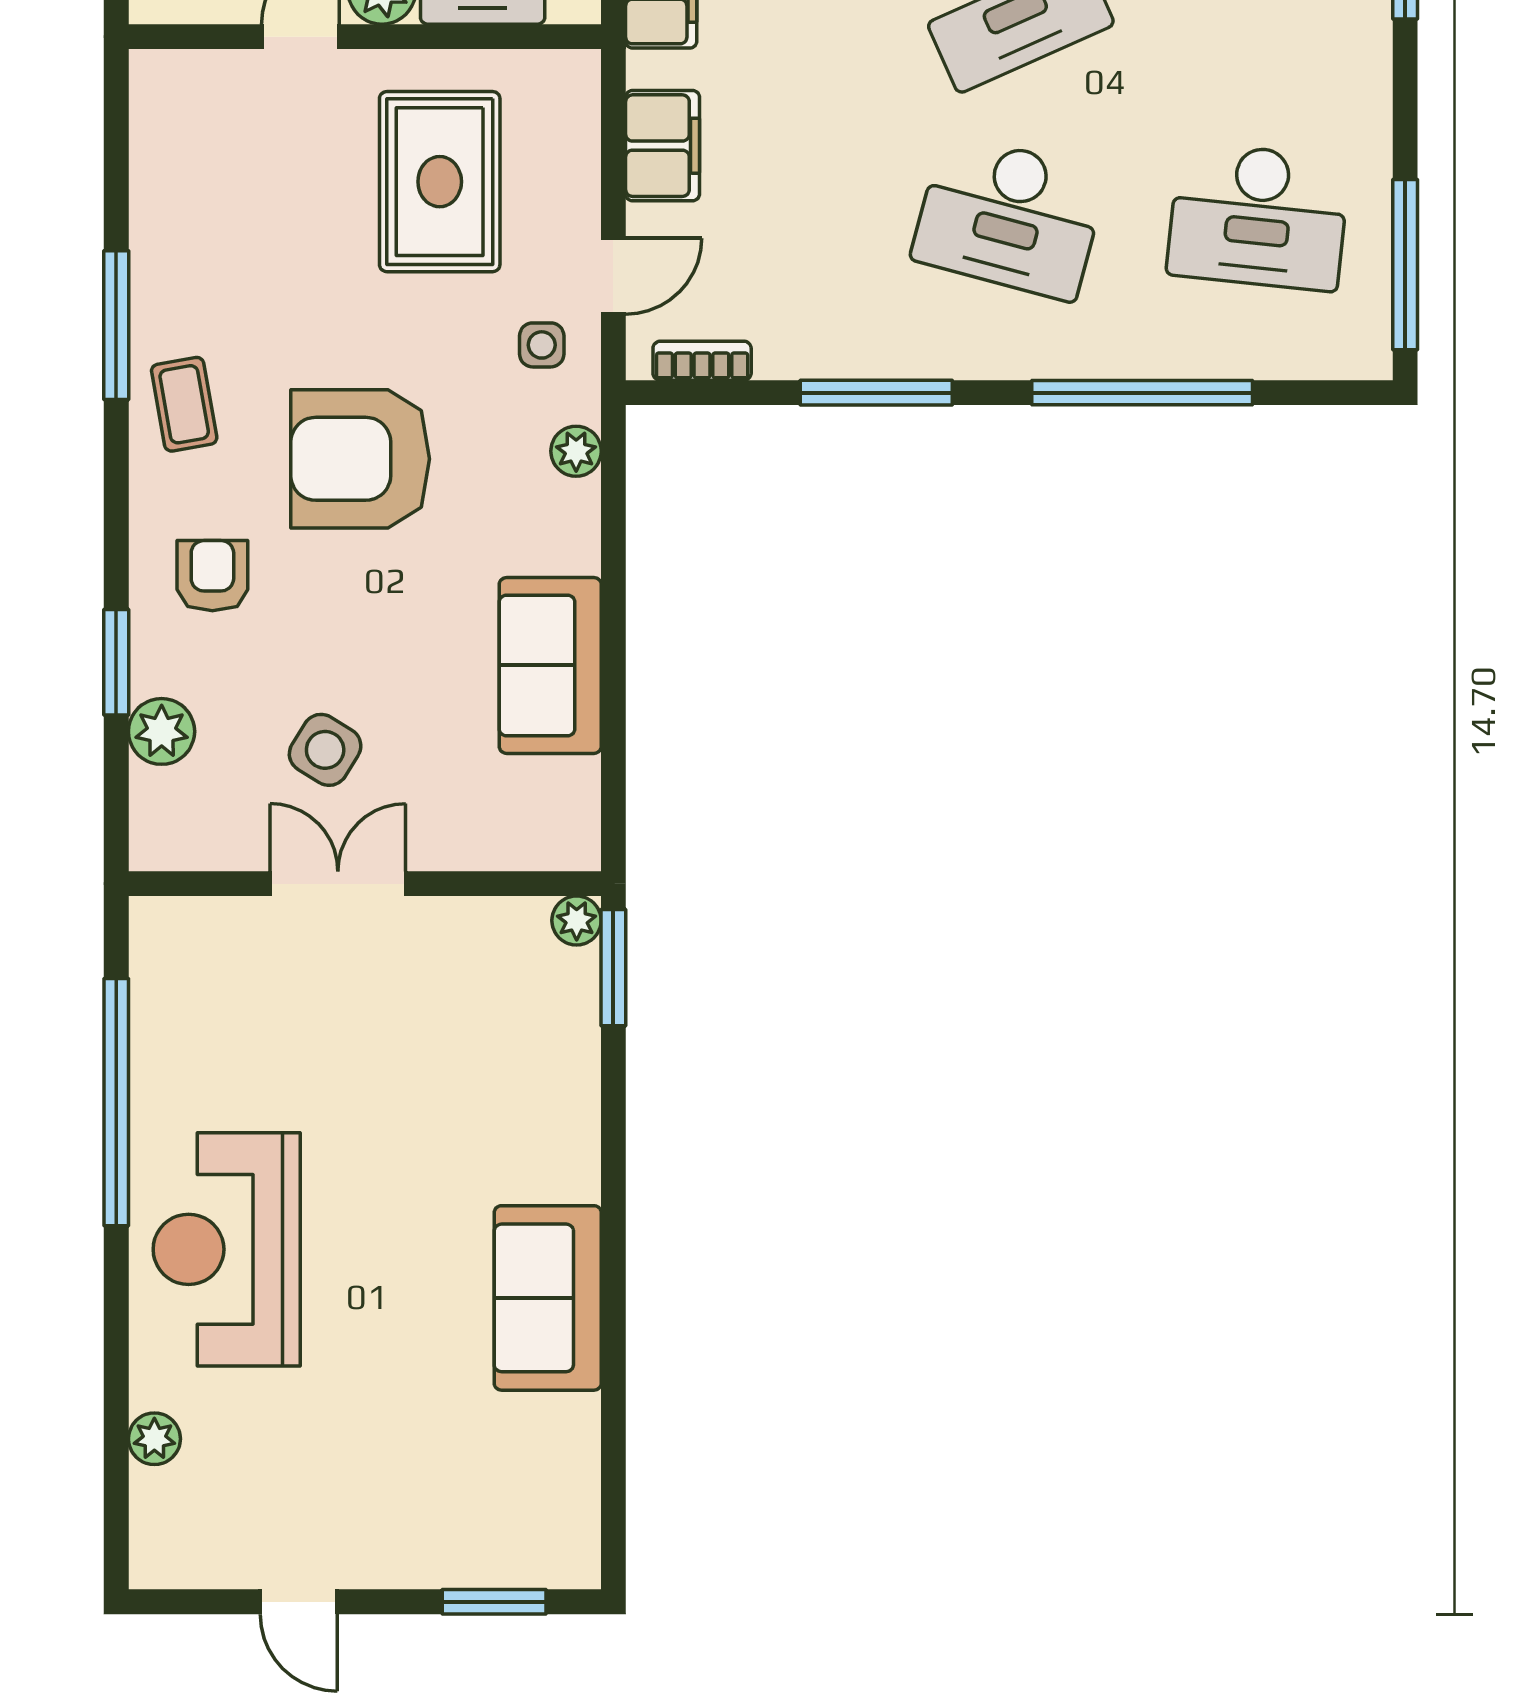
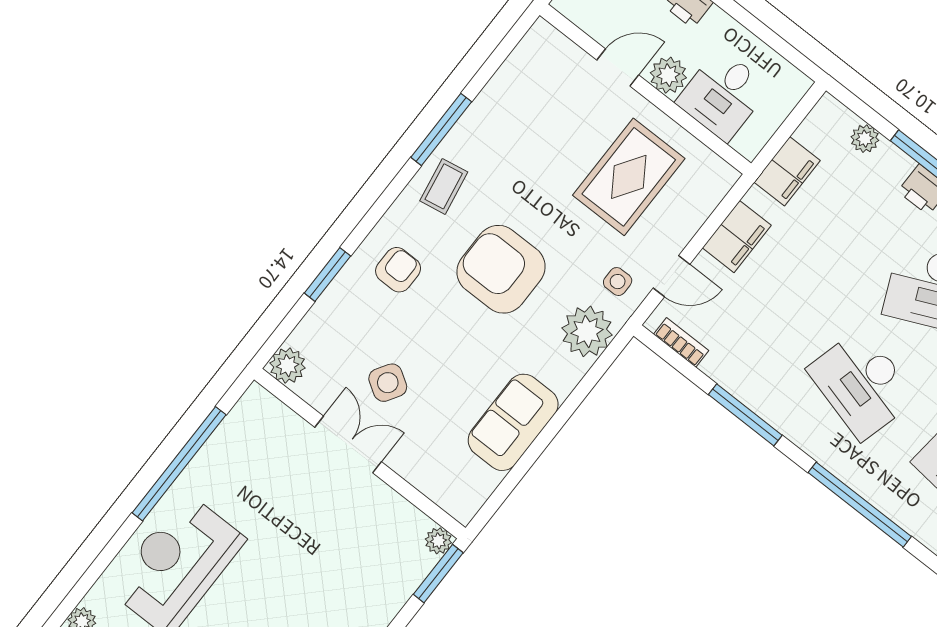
plant: (576, 451) -> (587, 331), width x1.87, depth x1.87
plant: (162, 731) -> (288, 366), moved

